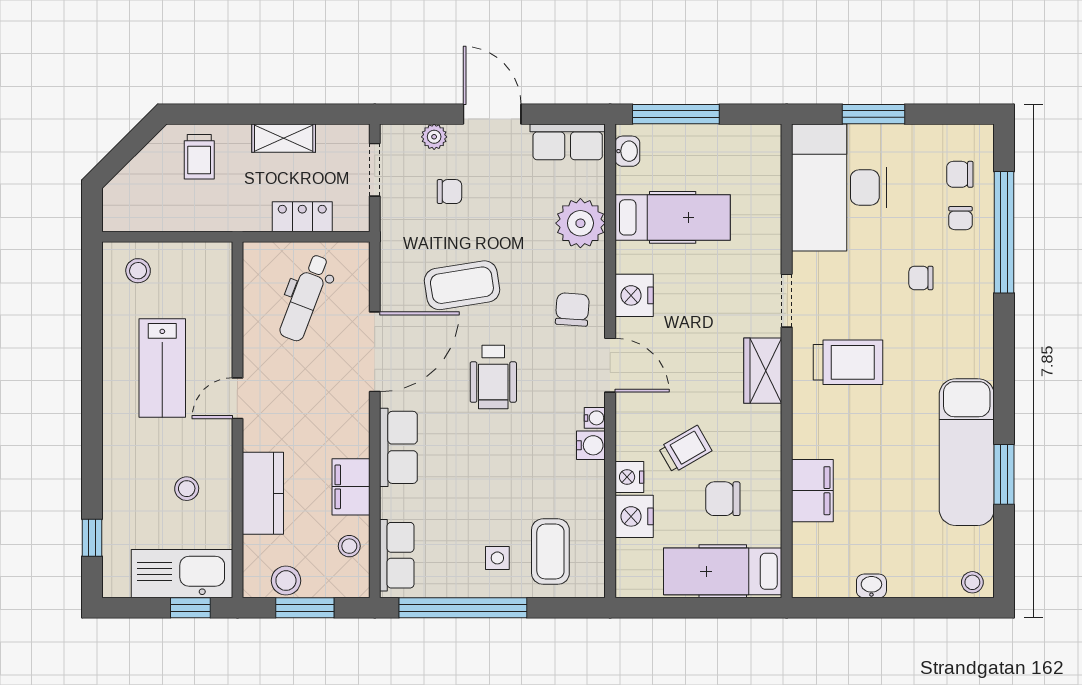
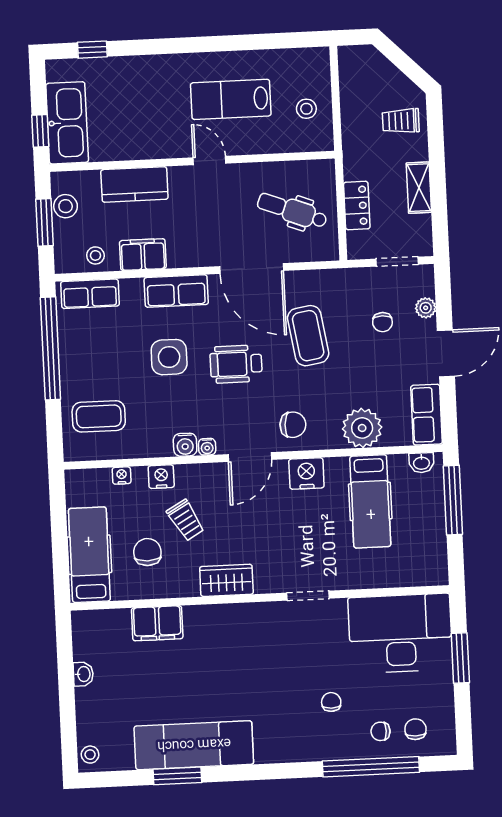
stool: (138, 271) -> (306, 109), moved
trolley: (848, 362) -> (261, 647), removed
wardrobe: (763, 371) -> (226, 580), moved
stool: (187, 489) -> (135, 123), removed
nightstand: (634, 516) -> (122, 475), width x0.53, depth x0.56
side table: (497, 558) -> (169, 357), moved, width x1.87, depth x1.87

